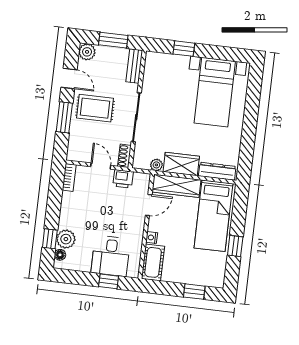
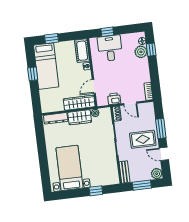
bed: (214, 216) -> (46, 66), moved, turned 180

